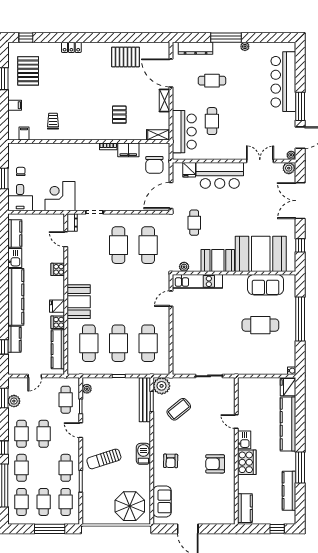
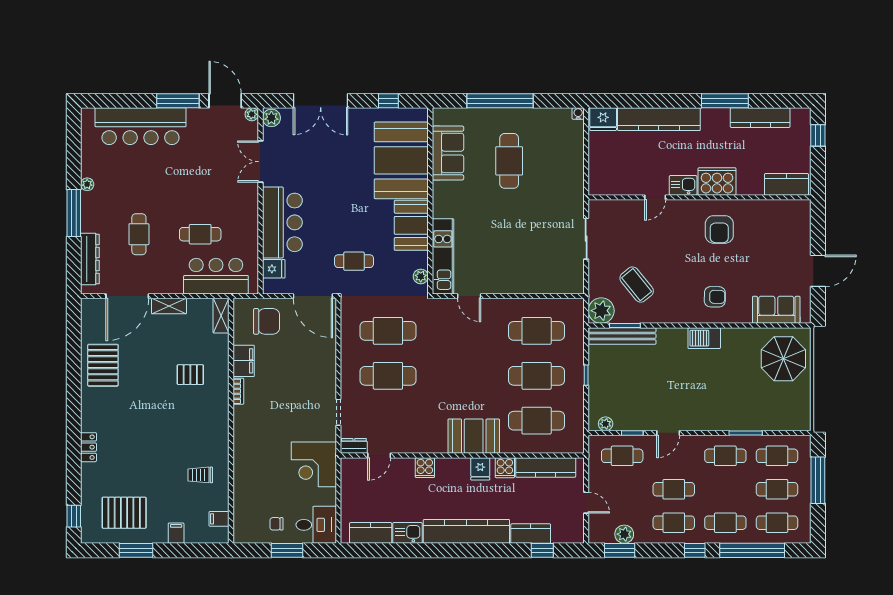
sun lounger: (104, 459) -> (712, 398), removed

